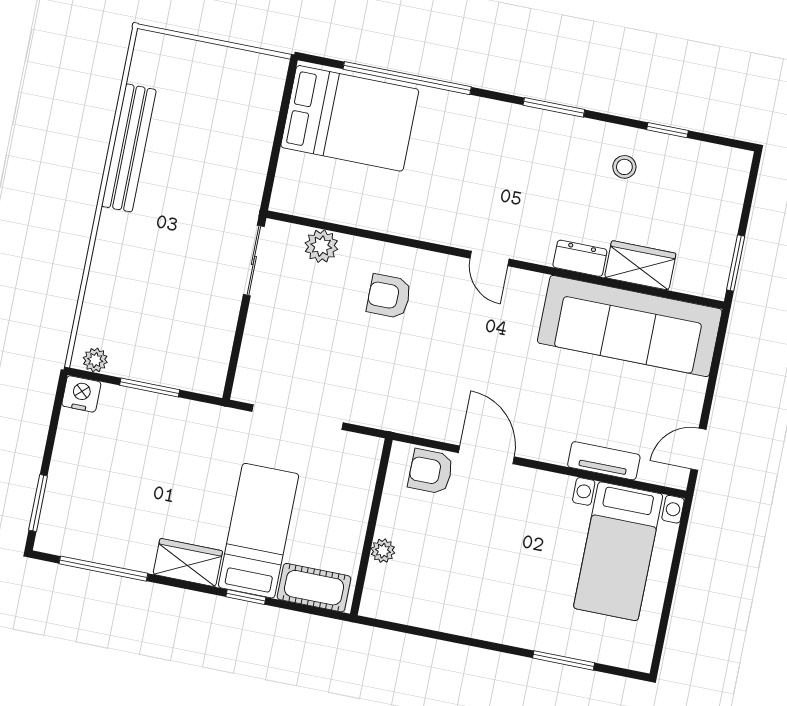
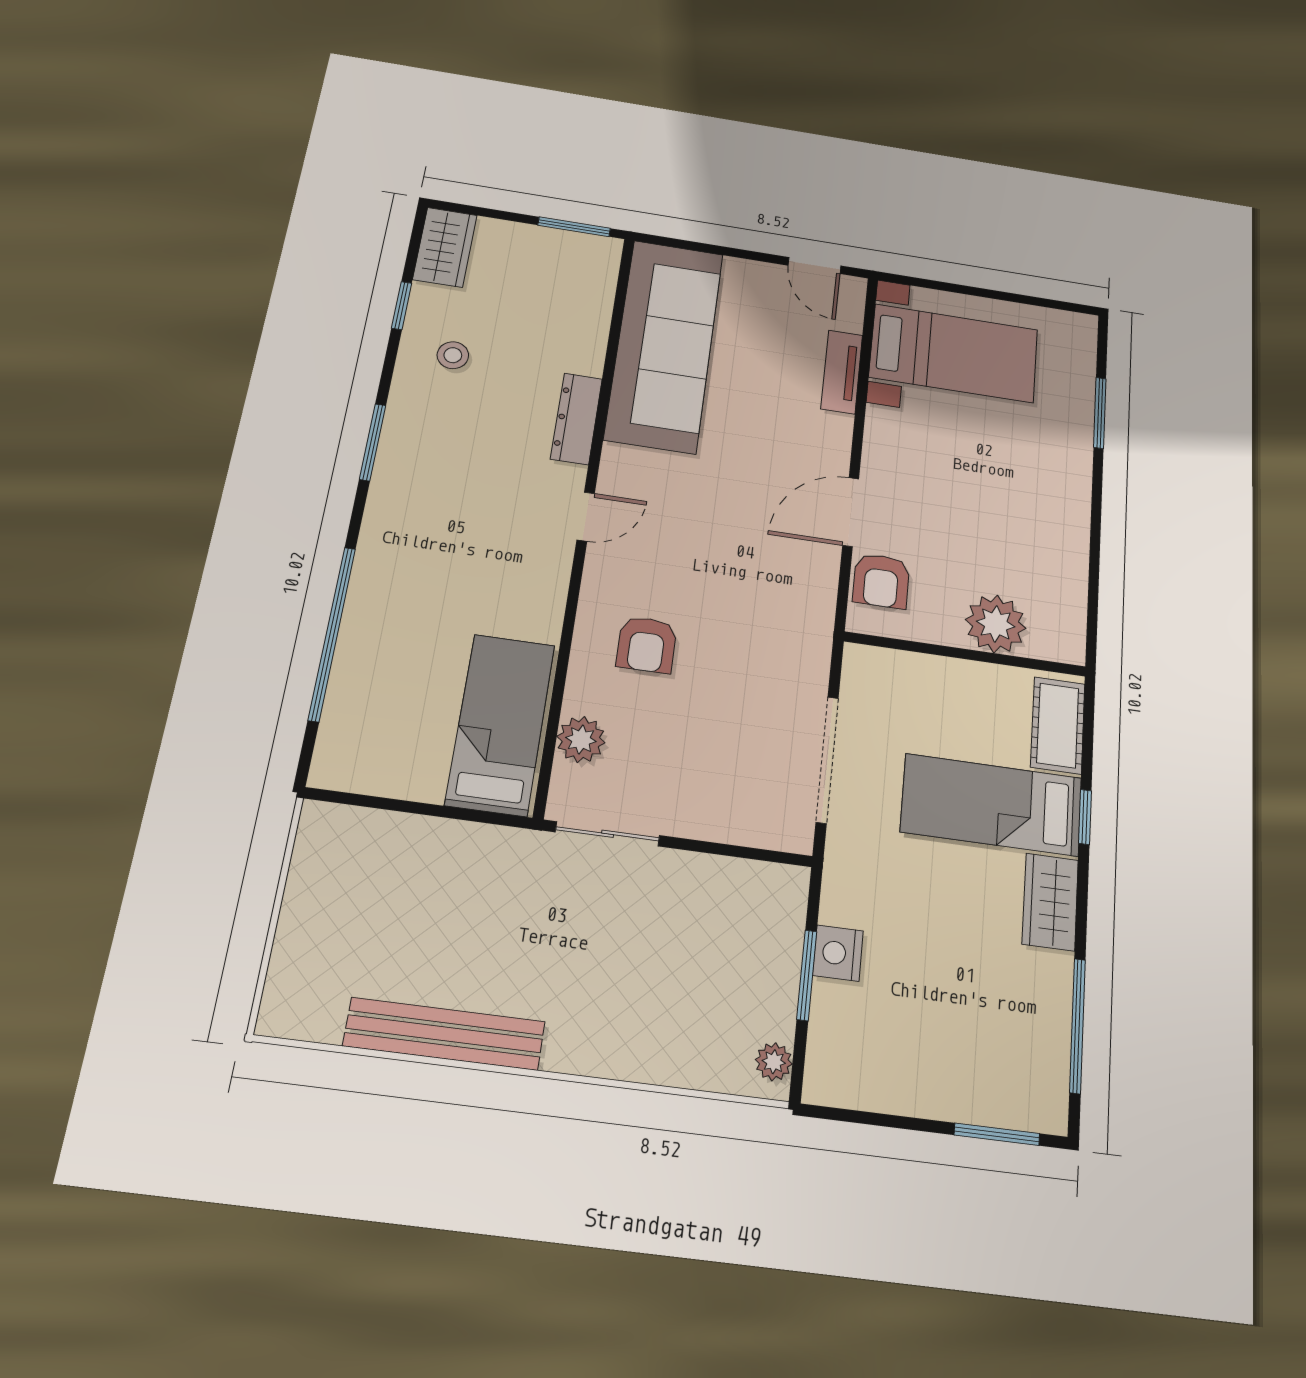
bed: (350, 118) -> (500, 724), moved, width x0.67
dresser: (580, 258) -> (576, 419), width x1.44
wardrobe: (640, 265) -> (445, 247), moved, turned 180
nightstand: (81, 394) -> (838, 953), moved
plant: (383, 551) -> (996, 624), width x1.88, depth x1.88

